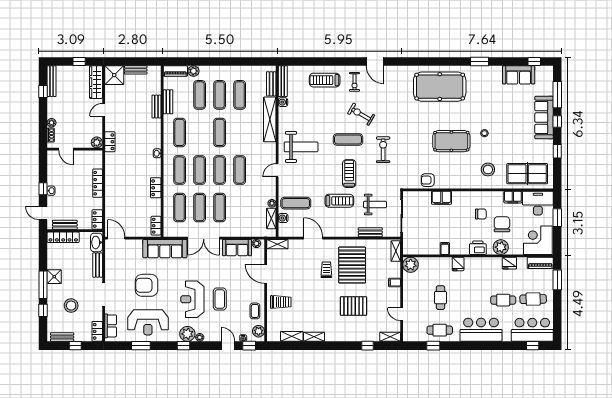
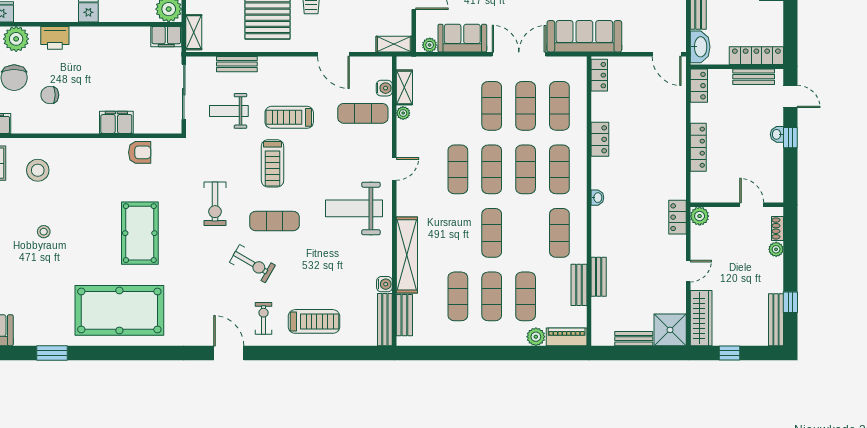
pool table: (451, 141) -> (140, 233), moved, turned 90
filing cabinet: (445, 249) -> (166, 37), moved, width x2.00

